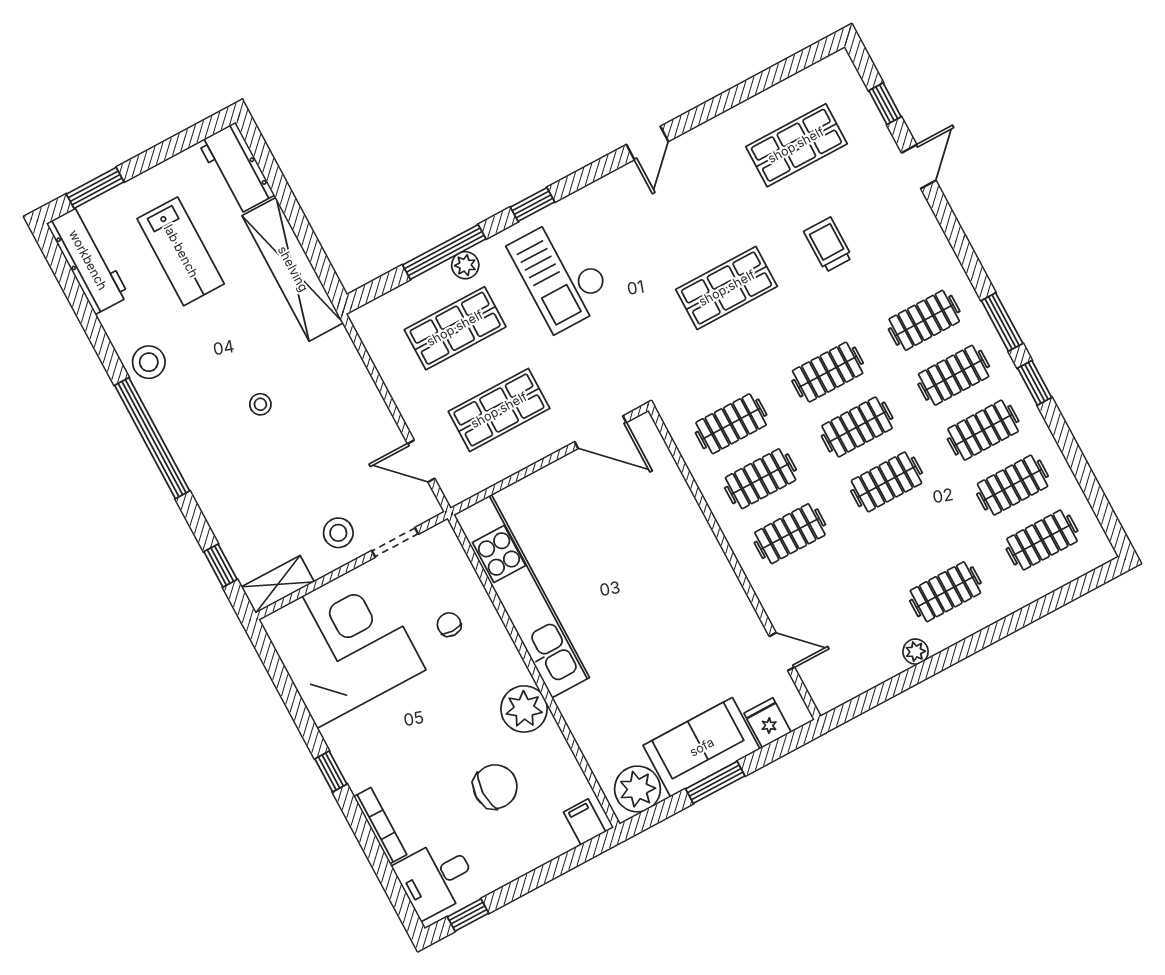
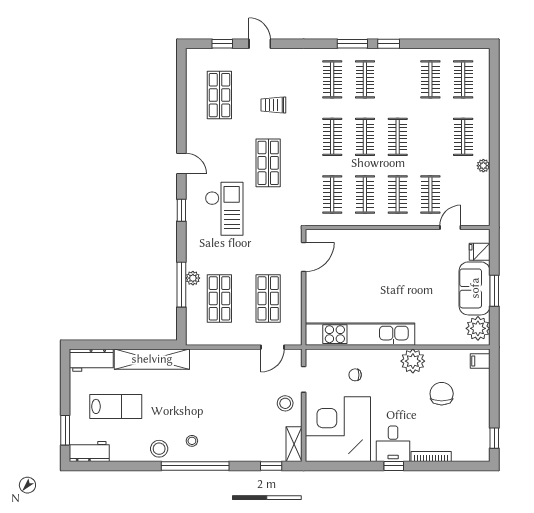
window: (533, 205) -> (181, 210), moved
workbench: (88, 260) -> (89, 451), width x0.73
checkout: (561, 274) -> (224, 209), moved, turned -90
stool: (260, 404) -> (192, 441), moved
clothes rail: (983, 430) -> (430, 194), moved
desk: (436, 878) -> (393, 444), moved

